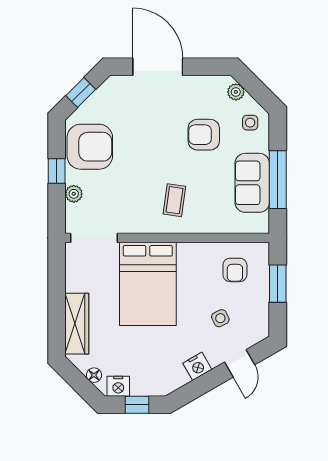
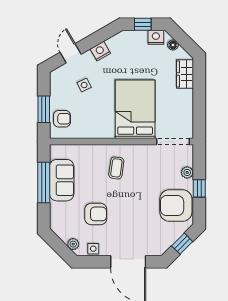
side table: (250, 123) -> (93, 249), moved
armchair: (235, 270) -> (62, 119), moved, turned 90
wardrobe: (77, 324) -> (185, 74), width x0.67

